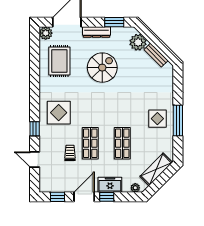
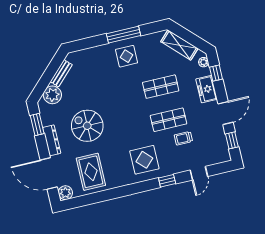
rug: (59, 61) -> (91, 172), turned 90
door: (84, 197) -> (225, 113), swing flipped
window: (107, 197) -> (216, 73), moved

